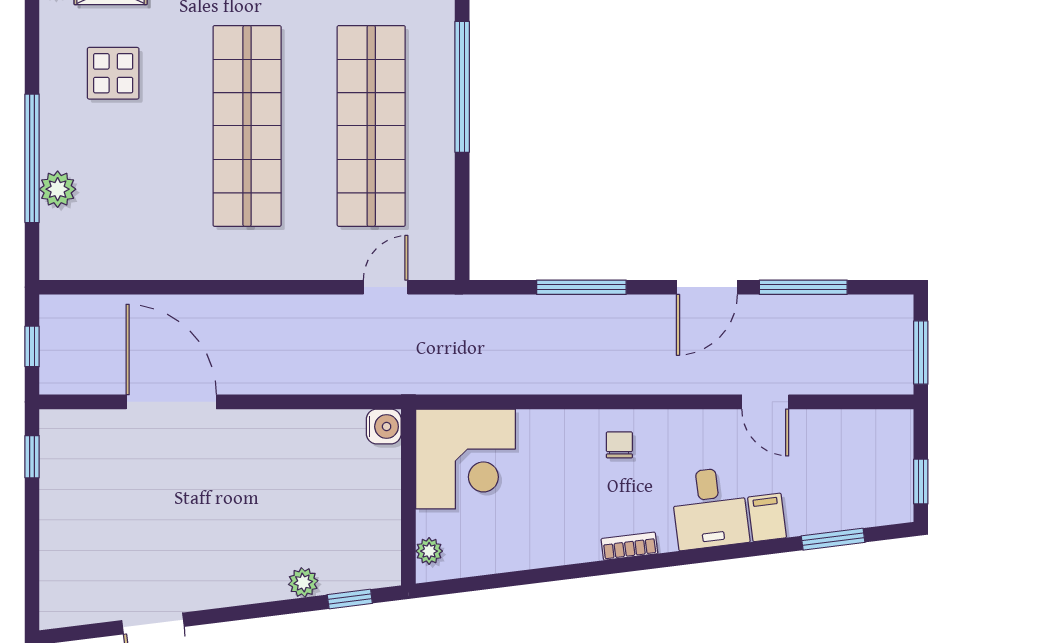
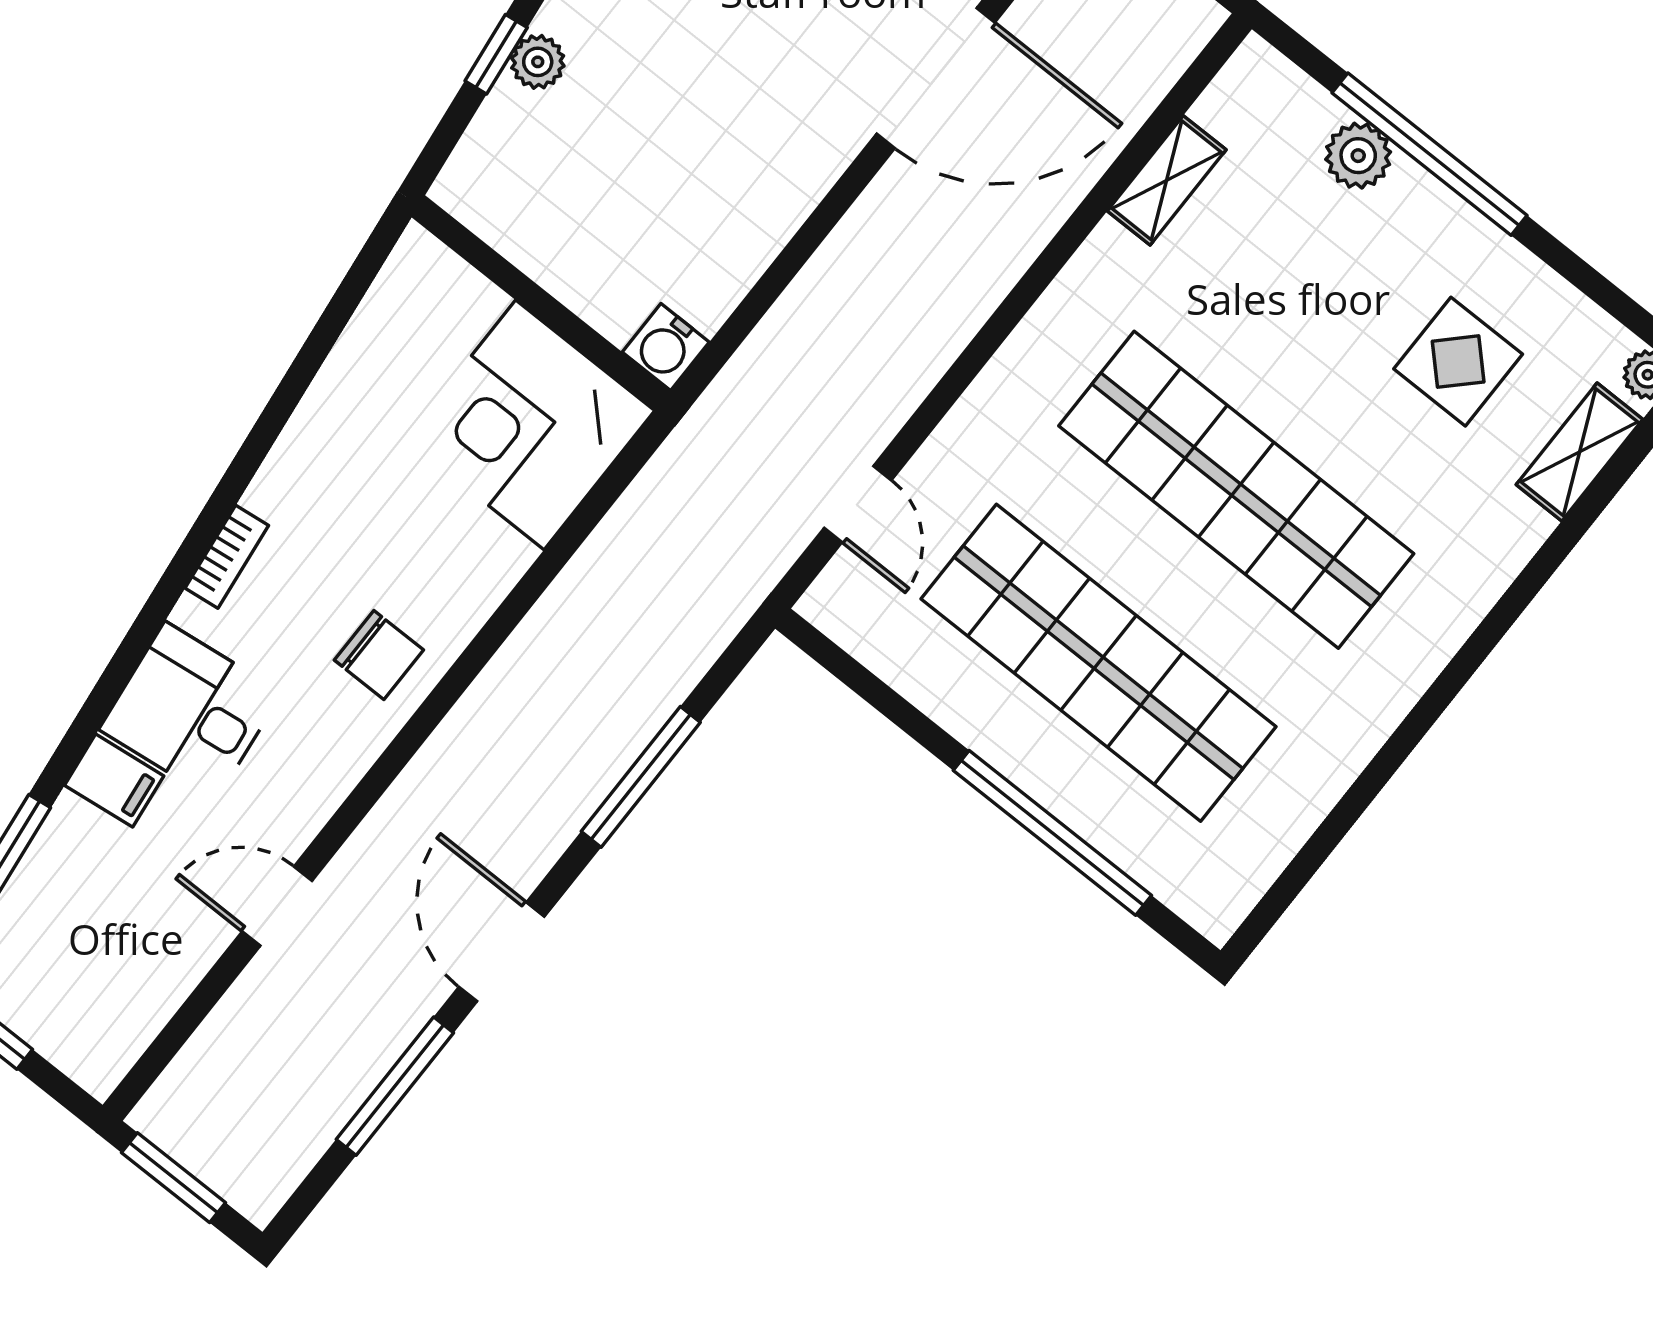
shelving: (135, 265) -> (1167, 180), added
chair: (619, 445) -> (379, 655), width x1.37, depth x1.37
plant: (429, 551) -> (442, 272), removed
window: (350, 599) -> (496, 54), moved

